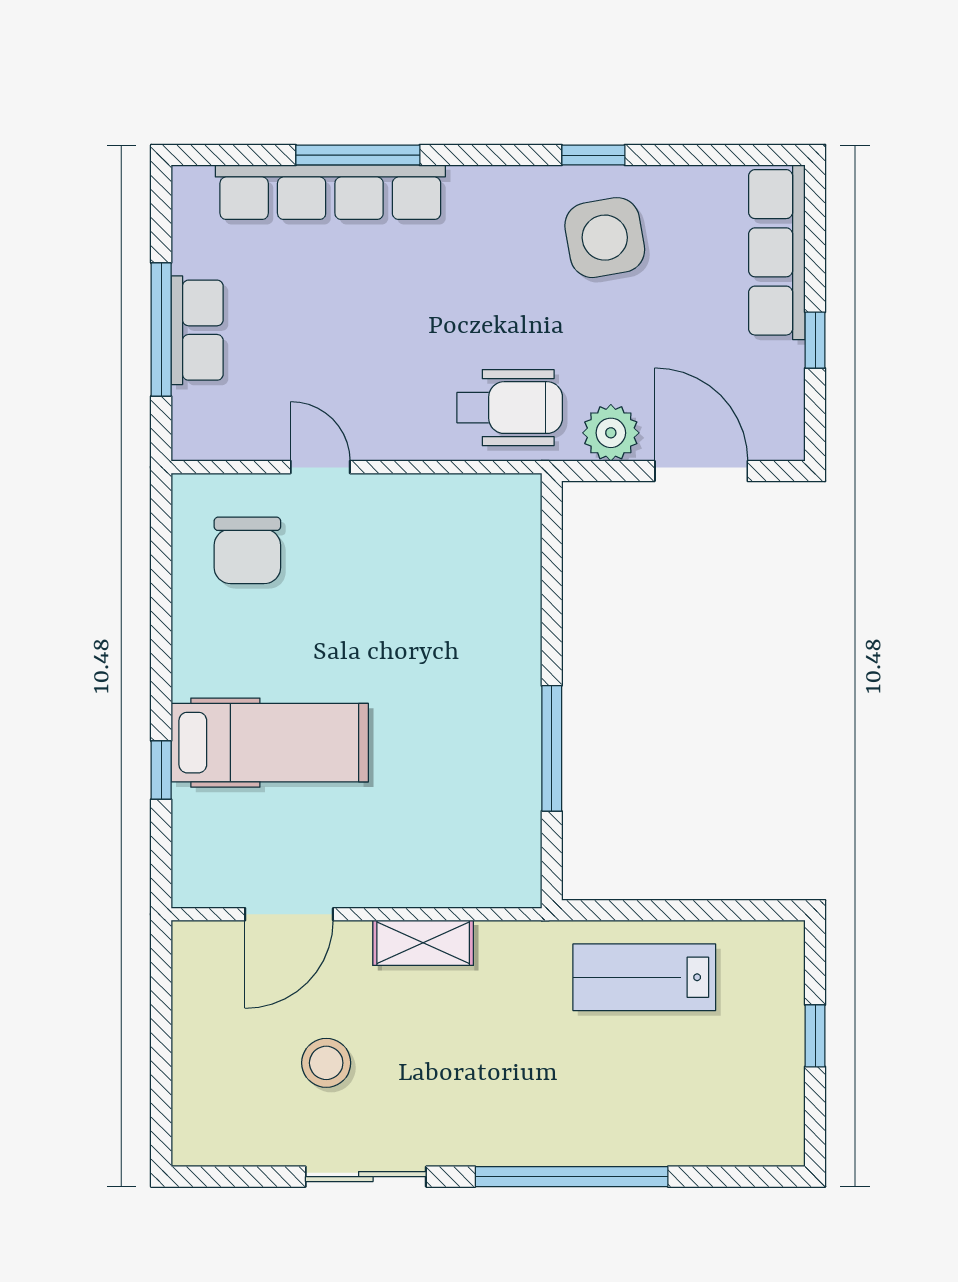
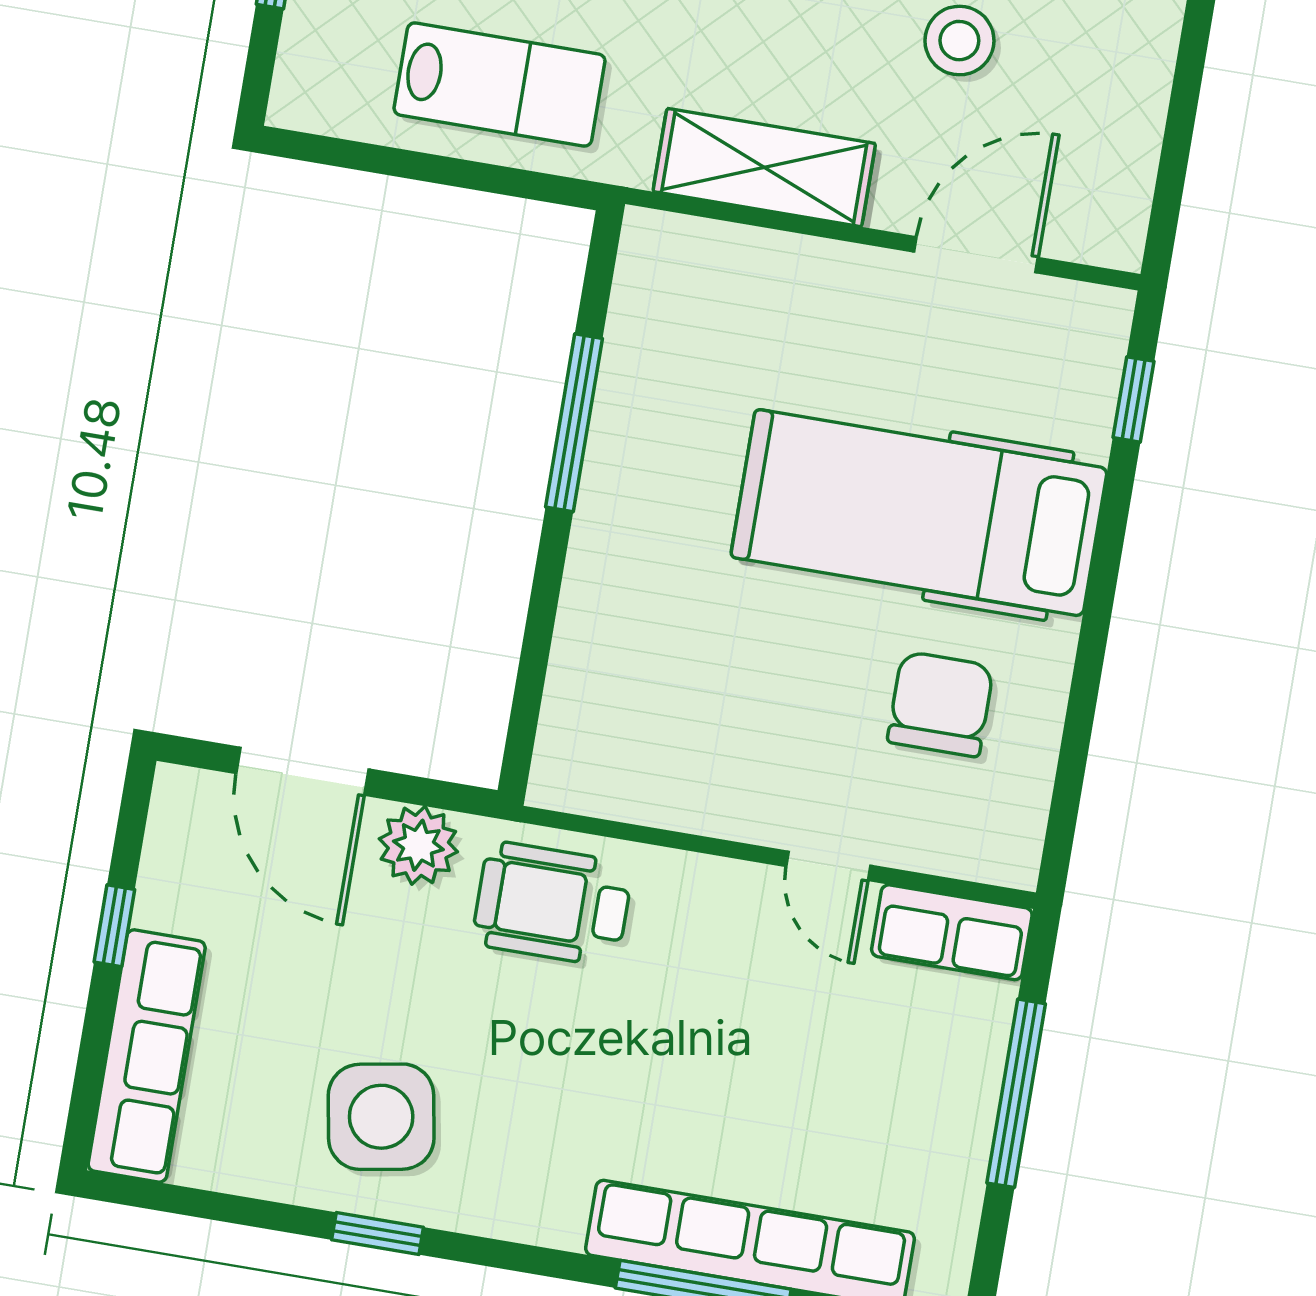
row of seats: (197, 330) -> (952, 932), moved, turned -90
chair: (247, 550) -> (940, 704), moved
hospital bed: (270, 743) -> (919, 513), width x1.37, depth x1.29
window: (161, 770) -> (1133, 399), moved
shelving: (423, 943) -> (764, 168), width x1.50, depth x1.33

